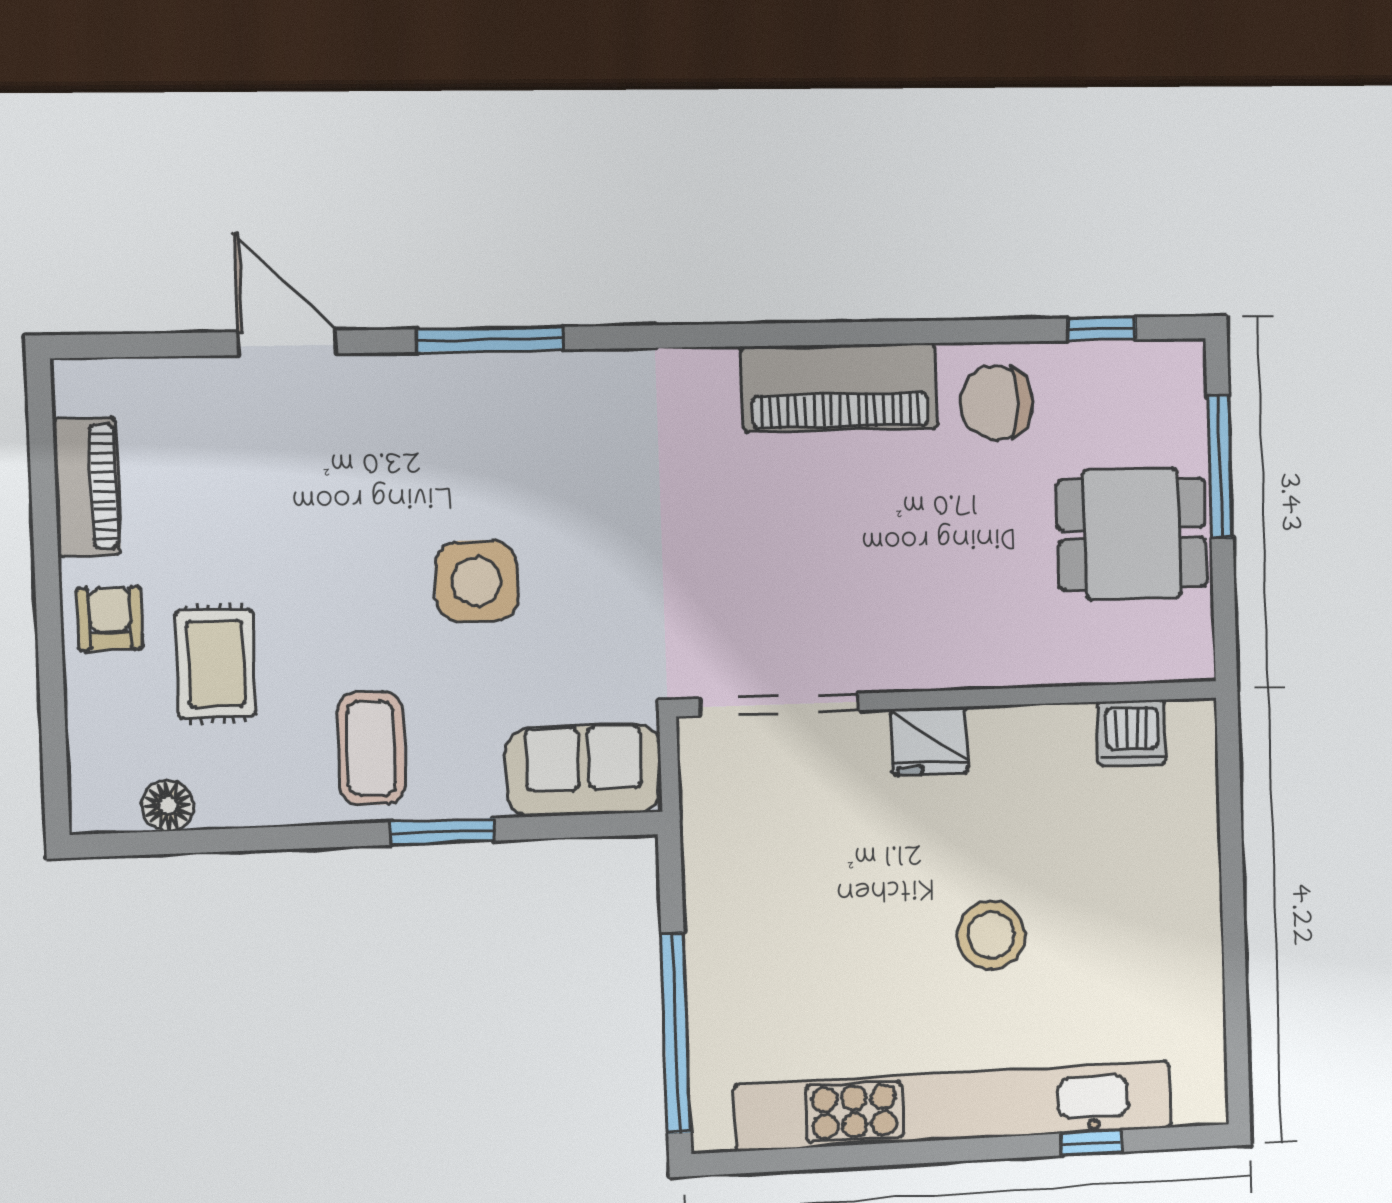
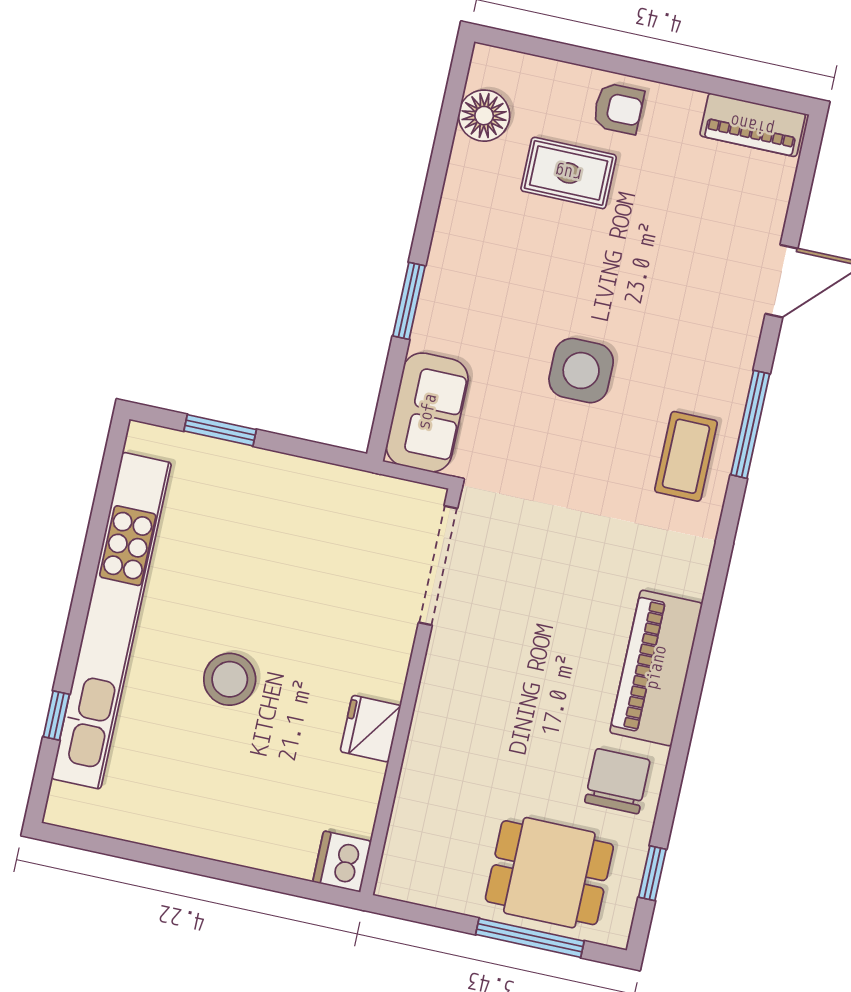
piano: (87, 487) -> (753, 125), moved
dining table: (1132, 534) -> (549, 873), moved, turned 90
dishwasher: (1132, 733) -> (342, 862), moved
fridge: (929, 741) -> (371, 729), moved
coffee table: (371, 748) -> (686, 456), moved, turned 90
floor lamp: (168, 806) -> (484, 116), width x1.38, depth x1.38
window: (676, 1033) -> (220, 430), width x0.47

